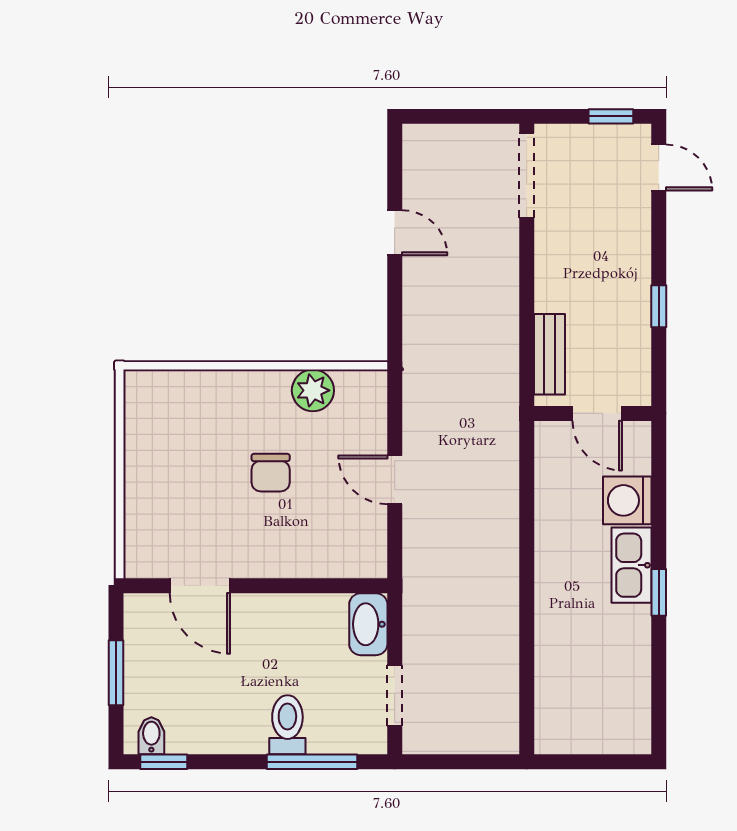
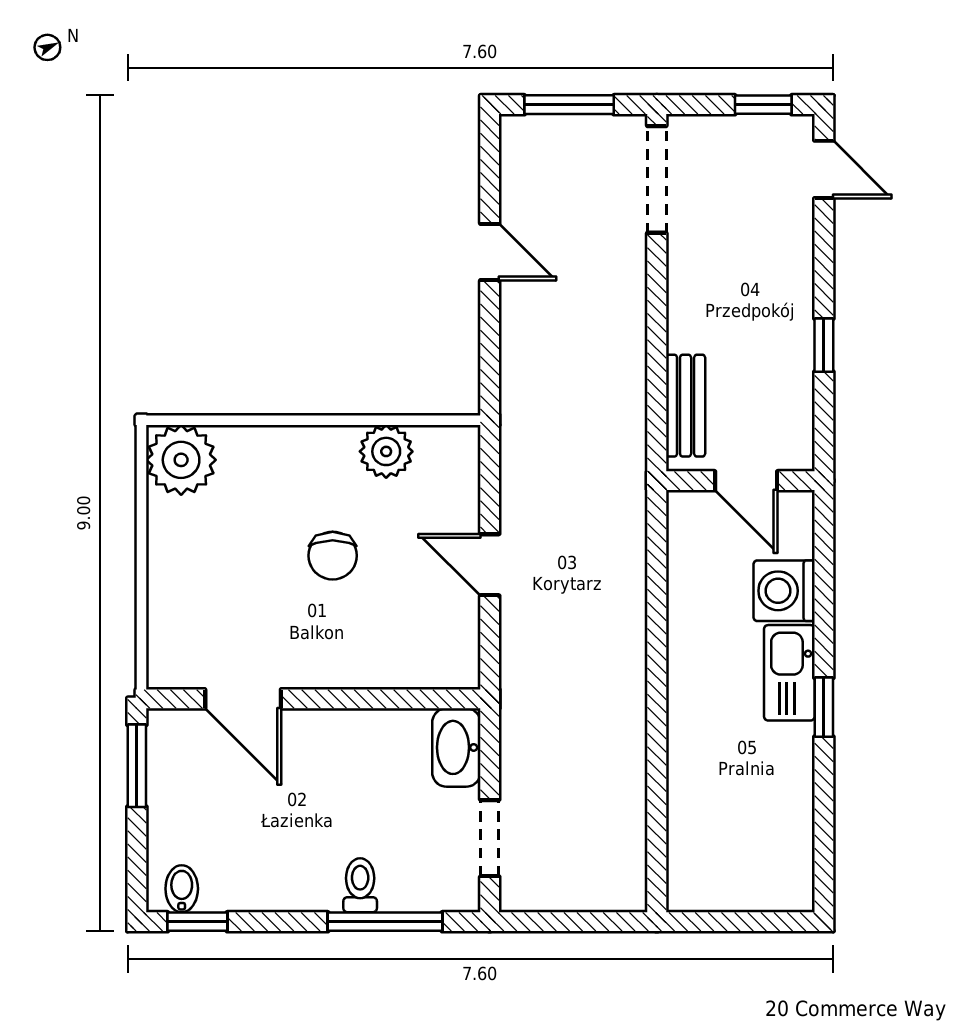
window: (457, 116) -> (569, 105), added
plant: (151, 397) -> (181, 460), added
window: (116, 673) -> (137, 766), moved
toilet: (287, 725) -> (360, 885), width x0.73, depth x0.72

